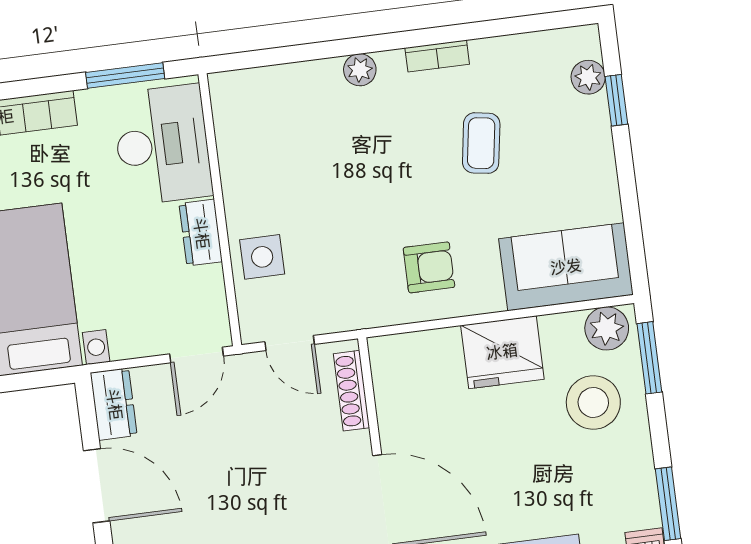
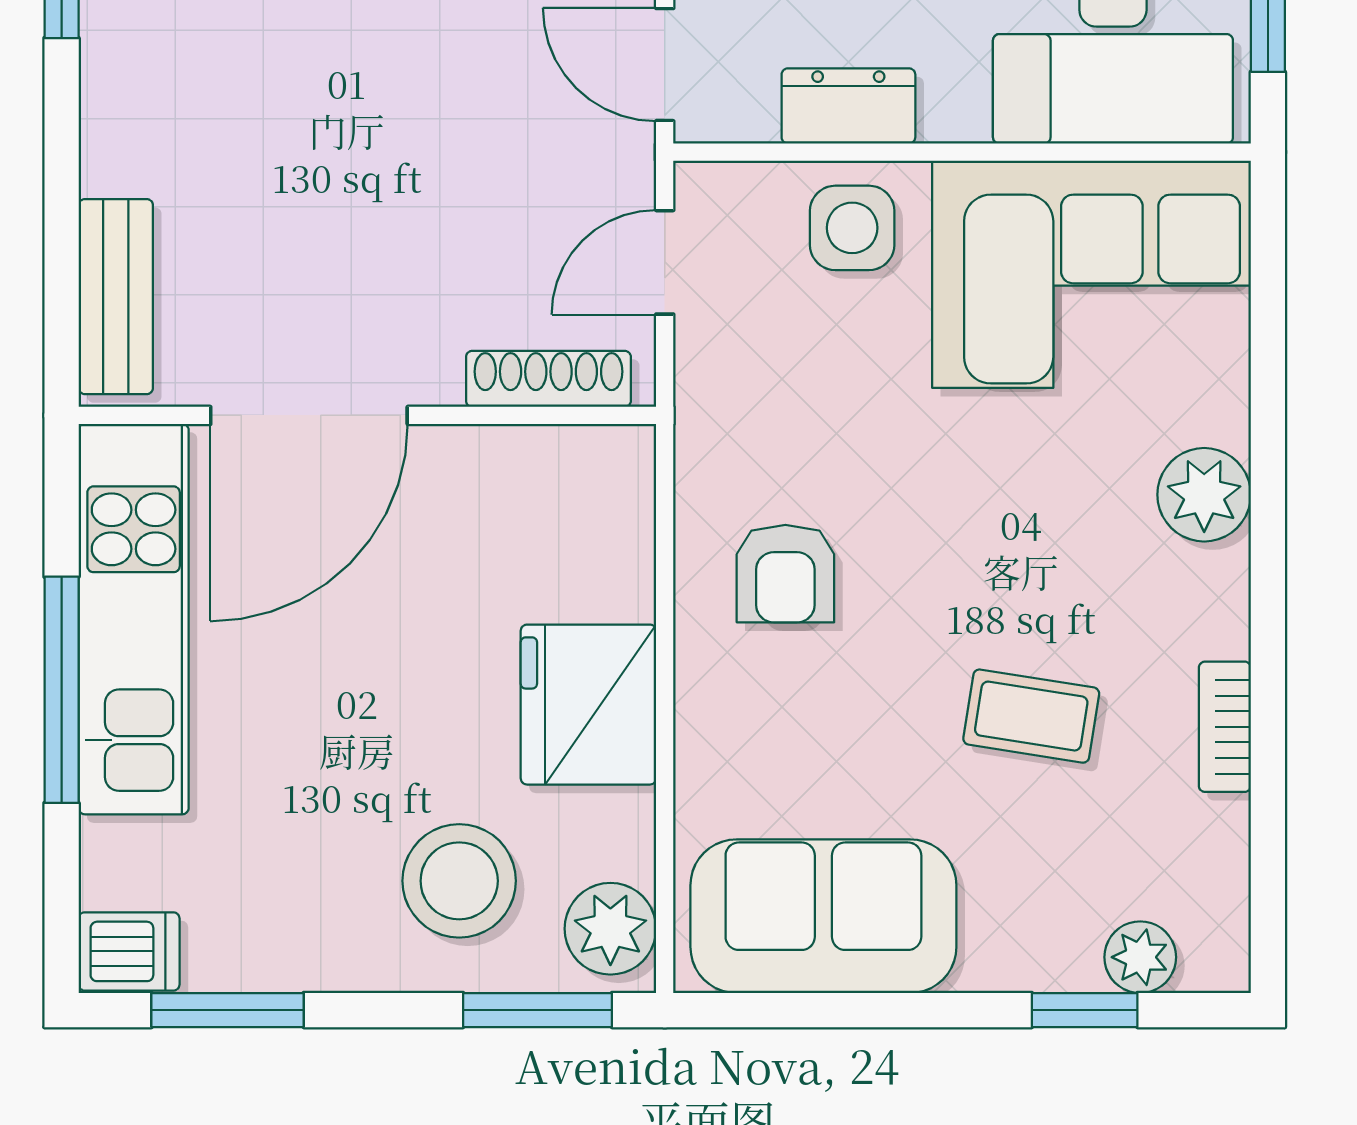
bookcase: (437, 56) -> (1225, 727), moved
plant: (360, 70) -> (1204, 495), width x1.38, depth x1.38
corner sofa: (270, 141) -> (1092, 274), added
dresser: (201, 233) -> (848, 106), moved
sofa: (566, 267) -> (823, 916), moved, turned -90

